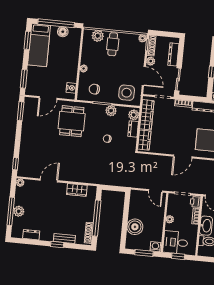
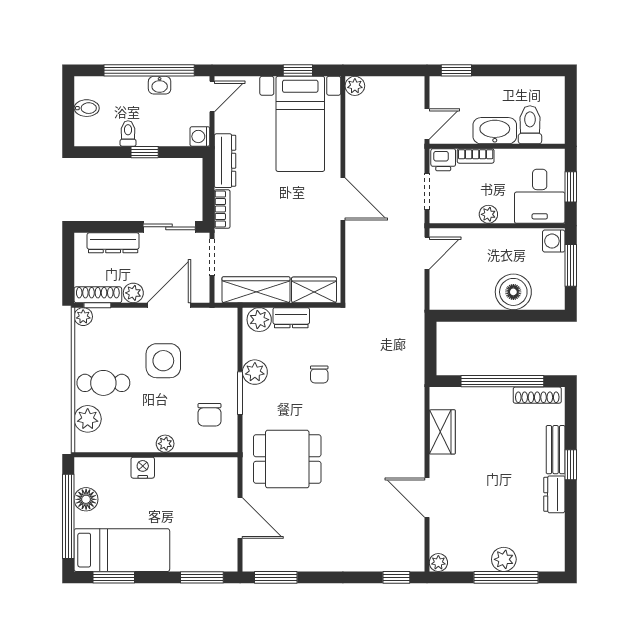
nightstand: (71, 88) -> (143, 468), moved
side table: (127, 93) -> (163, 361), moved
dresser: (31, 235) -> (554, 494), moved

